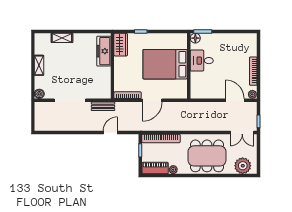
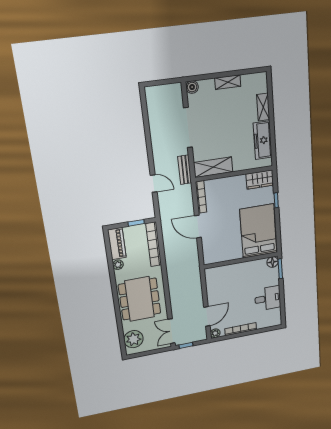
freezer: (104, 51) -> (263, 140), moved, turned -90
desk: (202, 61) -> (268, 298), moved, turned 90
bed: (165, 64) -> (258, 231), moved
shelving: (104, 83) -> (213, 167), added

